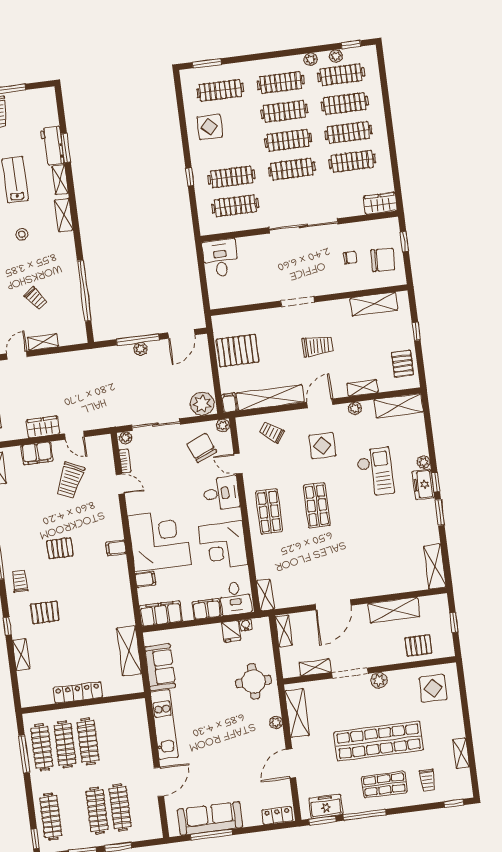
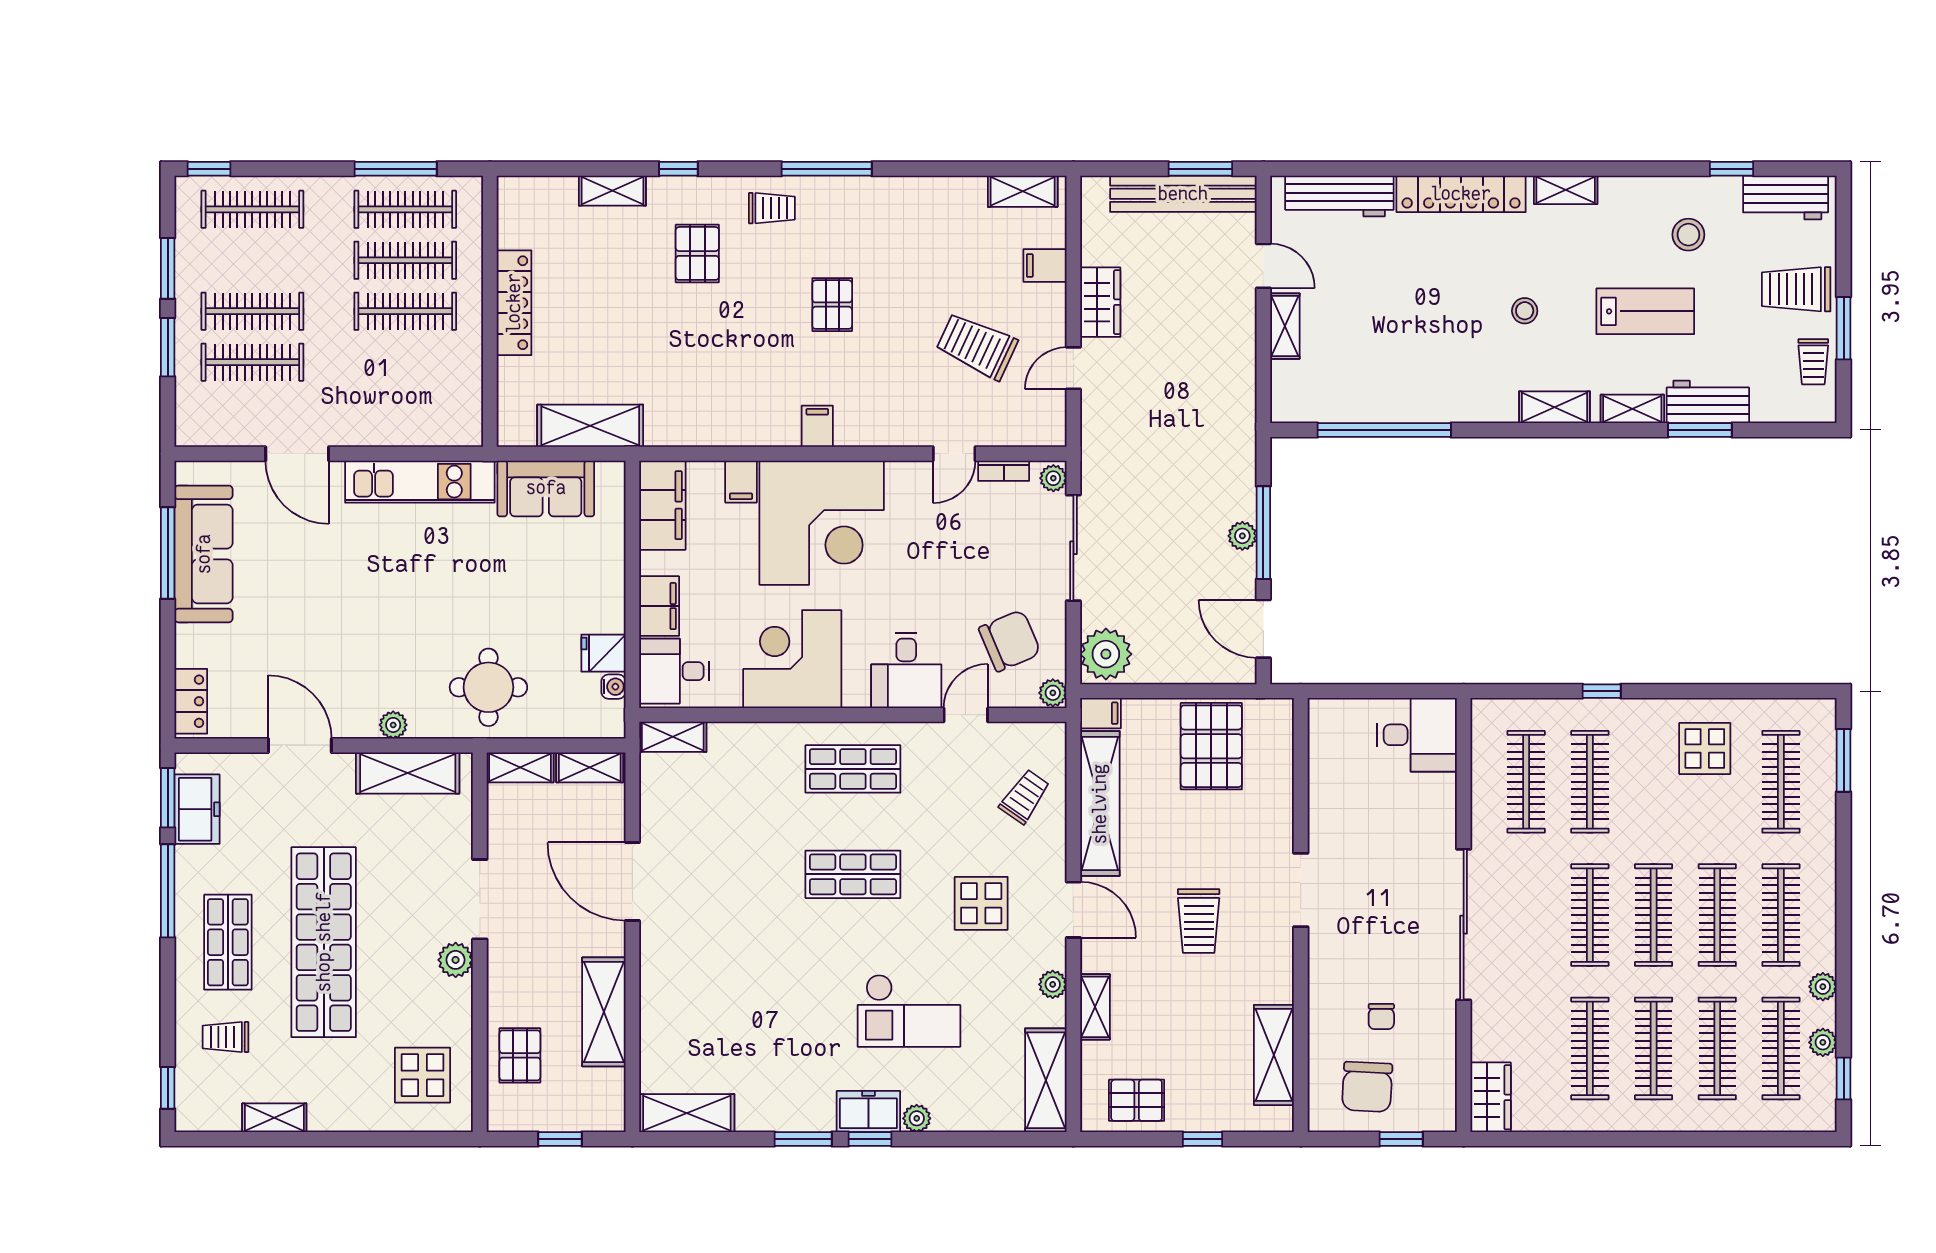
trolley: (36, 298) -> (1813, 362), moved, turned -52
filing cabinet: (37, 453) -> (1045, 265), width x0.50
shelving: (315, 667) -> (520, 767), moved, turned 90

